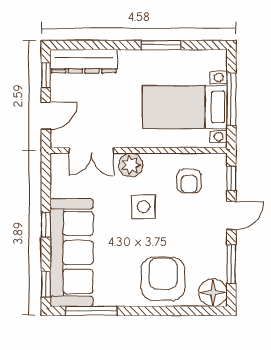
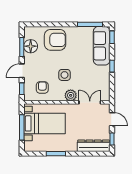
door: (46, 116) -> (112, 119), swing flipped
sofa: (72, 252) -> (102, 46), width x0.74, depth x0.79
armchair: (163, 279) -> (55, 40), turned -90
floor lamp: (213, 293) -> (31, 46), moved

